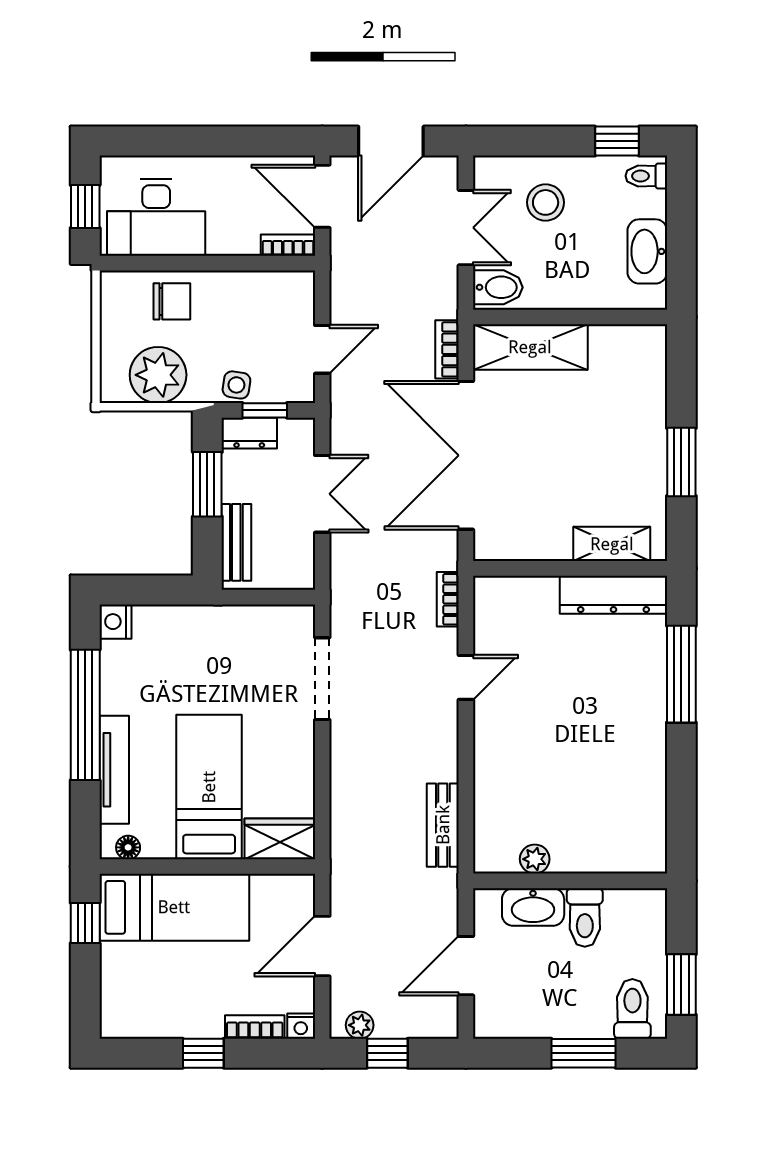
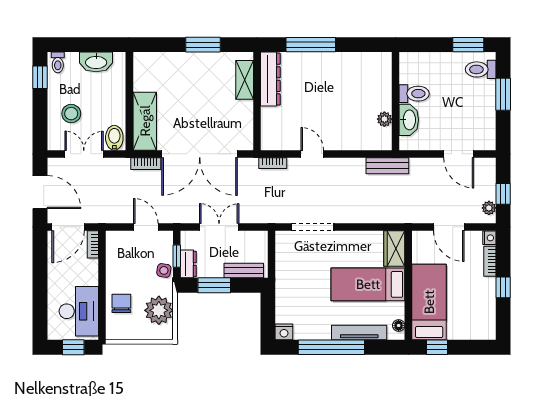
plant: (535, 859) -> (384, 119), moved
wall: (570, 881) -> (396, 101), moved
washbasin: (533, 907) -> (409, 120), moved
toilet: (585, 917) -> (414, 94), moved

